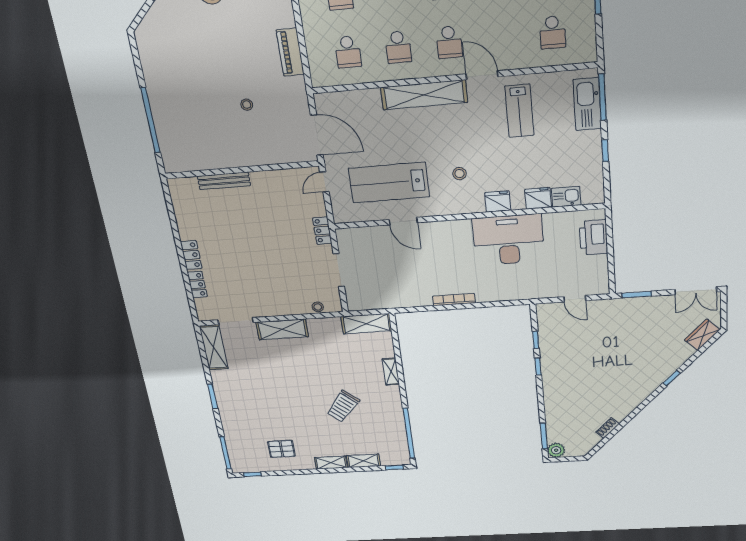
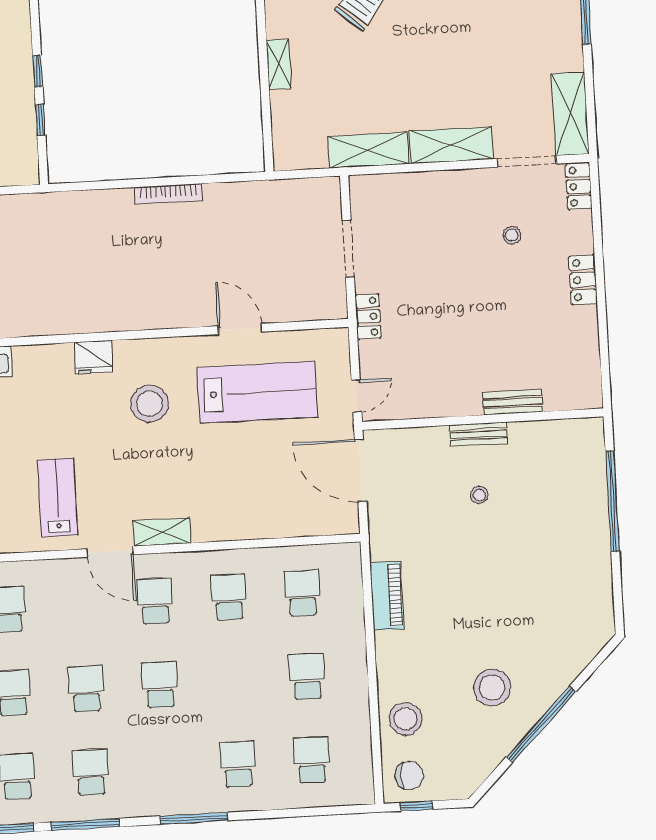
shelving: (424, 95) -> (162, 532), width x0.45, depth x0.75
stool: (247, 105) -> (479, 495), moved
bench: (243, 160) -> (479, 434), added
stool: (460, 174) -> (149, 404), width x1.89, depth x1.89
bench: (224, 181) -> (513, 402), width x0.73
fridge: (538, 198) -> (33, 361), removed
desk: (508, 240) -> (79, 294), removed
locker: (197, 285) -> (579, 186), moved
stool: (318, 307) -> (512, 235), moved
shelving: (366, 324) -> (369, 150), moved

